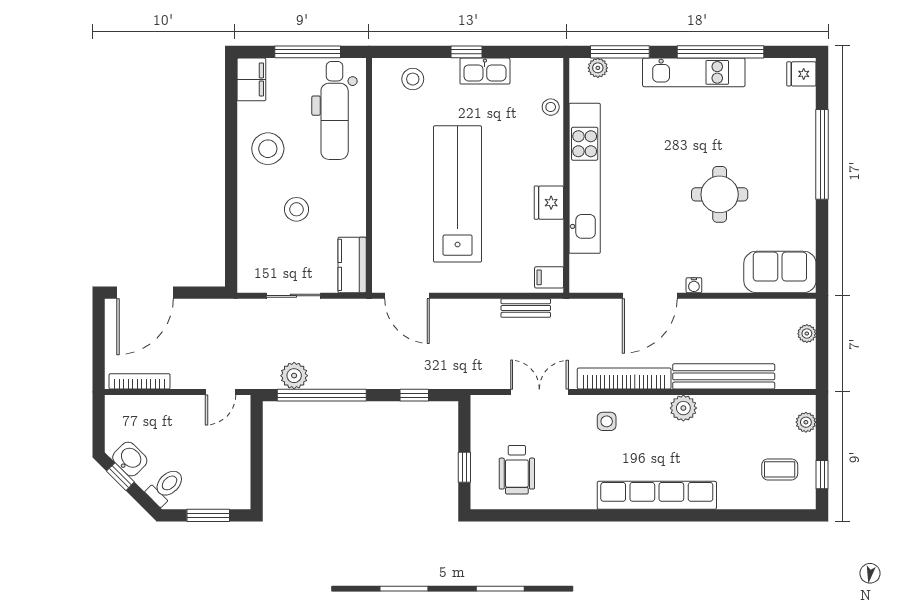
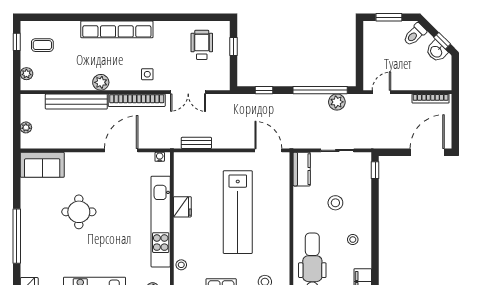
stool: (268, 149) -> (353, 240), width x0.53, depth x0.53
window: (231, 263) -> (375, 170), added
filing cabinet: (549, 277) -> (182, 162), removed
water cooler: (694, 285) -> (160, 157), moved

